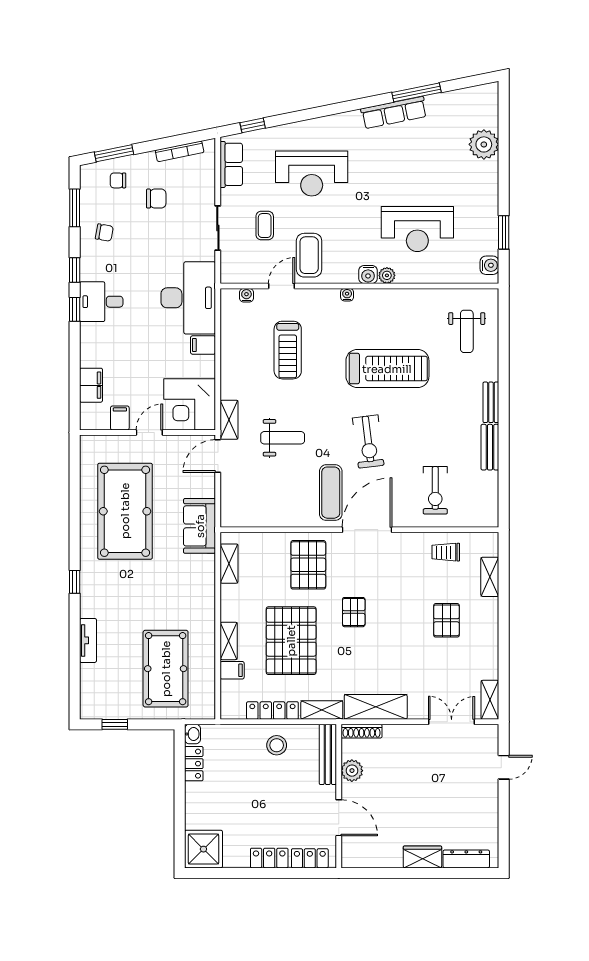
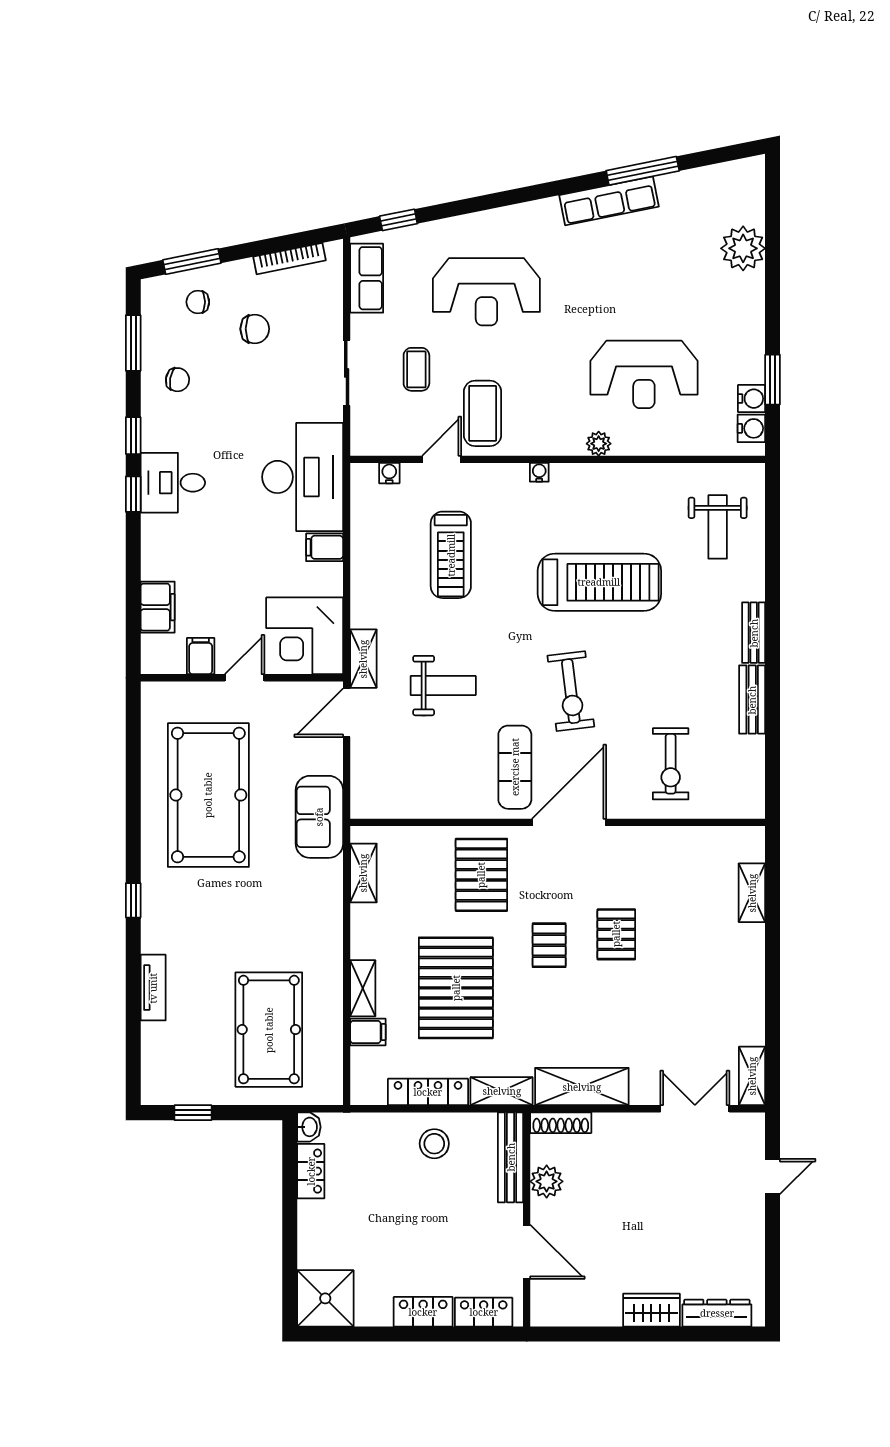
water cooler: (368, 274) -> (752, 399), moved, turned -90
trolley: (446, 552) -> (686, 856), removed
pallet: (446, 620) -> (616, 934), moved

